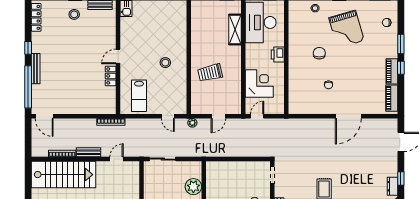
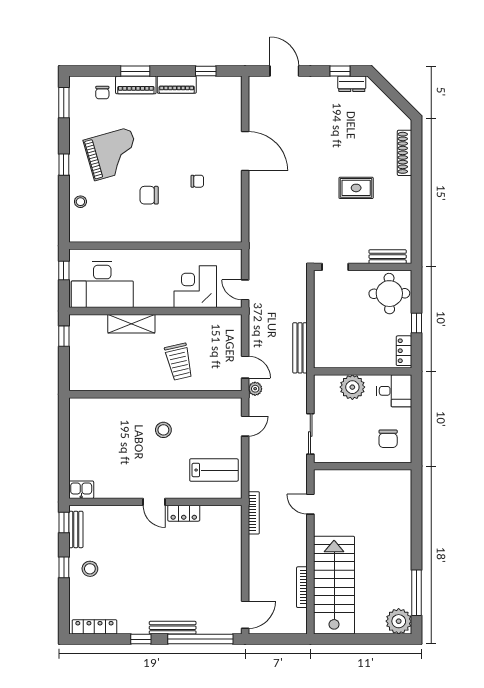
shelving: (235, 30) -> (131, 324), moved
printer: (278, 54) -> (151, 259), removed
window: (401, 68) -> (206, 71), moved
piano: (392, 98) -> (136, 85), moved
door: (218, 116) -> (245, 367), moved
bench: (89, 152) -> (300, 348), moved, width x1.36

